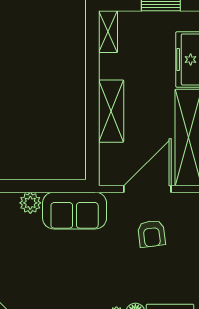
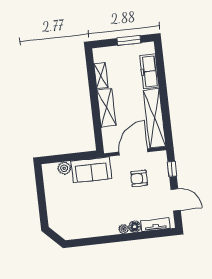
shelving: (108, 32) -> (101, 76), moved
armchair: (152, 234) -> (139, 178), turned 97

